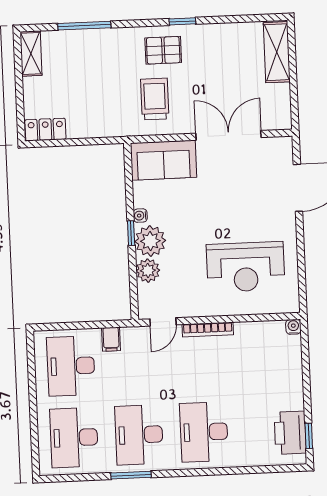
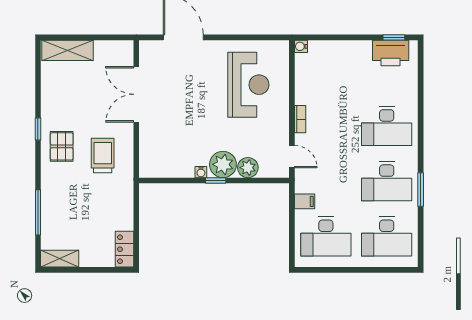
trolley: (155, 99) -> (103, 155), turned 90
sofa: (163, 160) -> (155, 150), removed
bookcase: (208, 330) -> (300, 119), width x0.64

